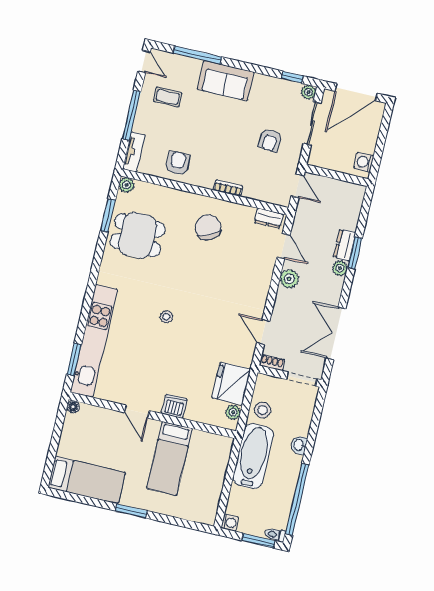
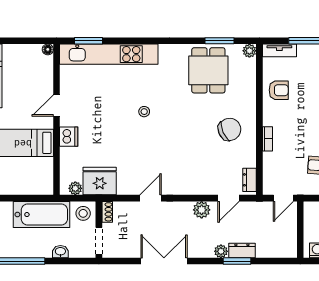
shoe rack: (272, 362) -> (107, 212), moved
wall: (289, 376) -> (99, 230), moved
doorway: (302, 379) -> (99, 241), moved

